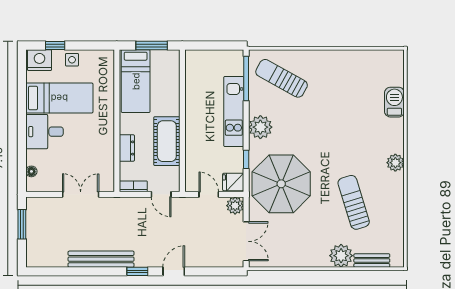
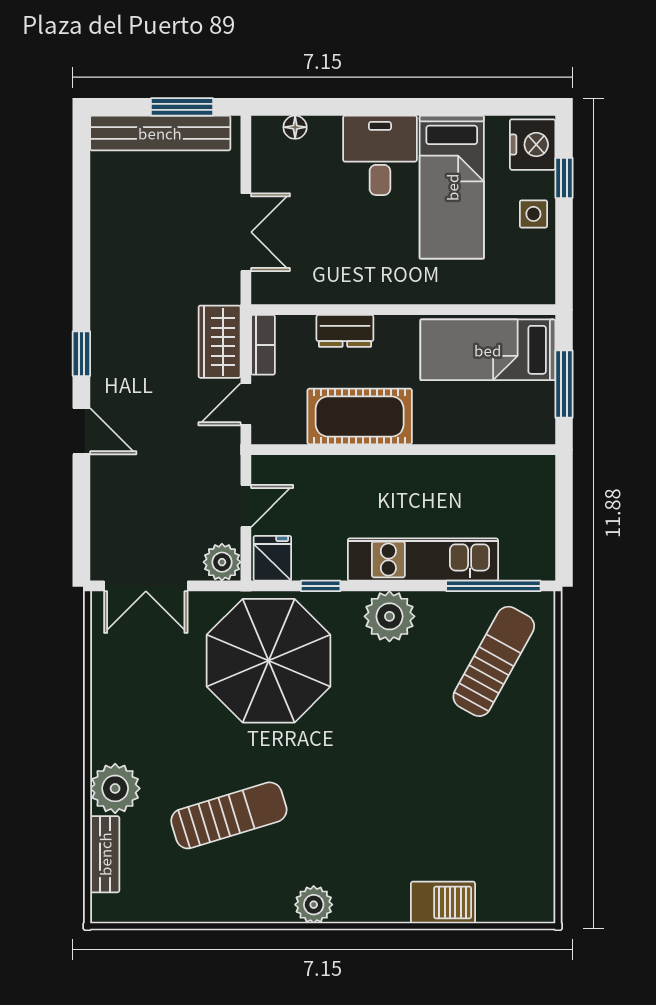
wardrobe: (132, 207) -> (220, 342), added
bench: (101, 259) -> (160, 133), moved, turned 90

